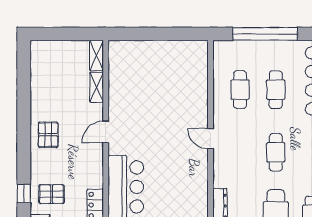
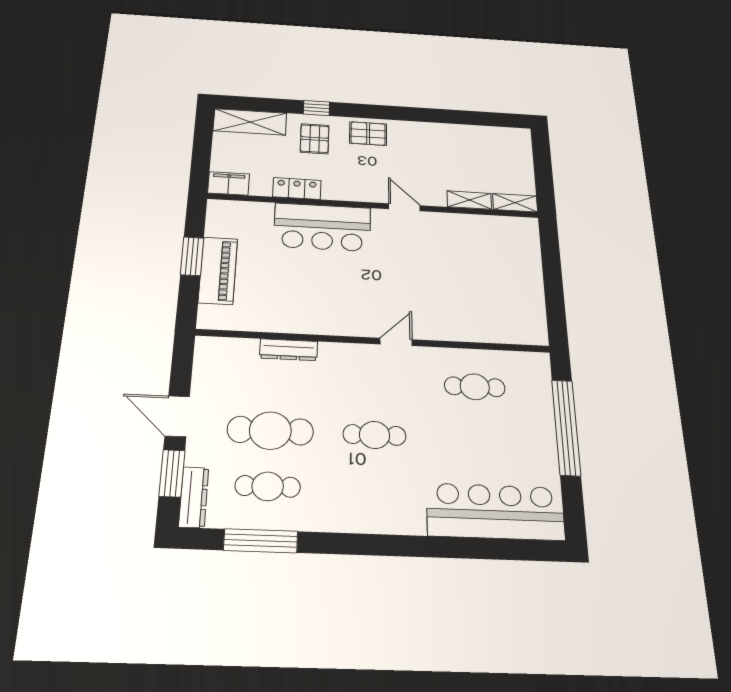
cafe table: (276, 90) -> (477, 439), removed
pallet: (48, 135) -> (368, 134), moved

